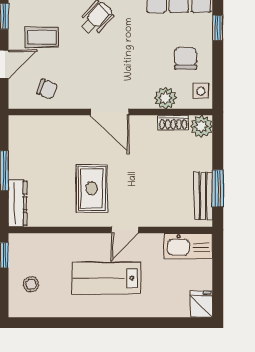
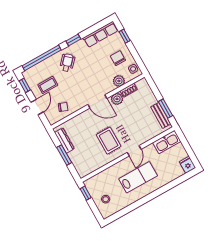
plant: (201, 126) -> (117, 99), moved
dresser: (18, 203) -> (65, 141), moved
lab bench: (106, 278) -> (138, 177), turned 180

